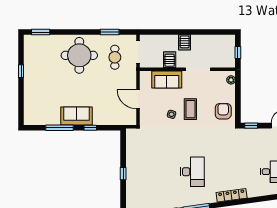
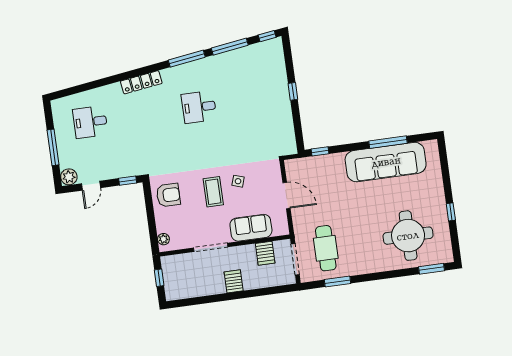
round table: (79, 55) -> (408, 236), moved
cafe table: (115, 57) -> (326, 248), width x1.37, depth x1.35
server rack: (170, 60) -> (265, 253), moved
armchair: (223, 111) -> (168, 195), turned -90
sofa: (77, 116) -> (386, 162), width x1.85, depth x1.27
window: (90, 128) -> (320, 151), moved
desk: (192, 172) -> (199, 107), width x0.73

